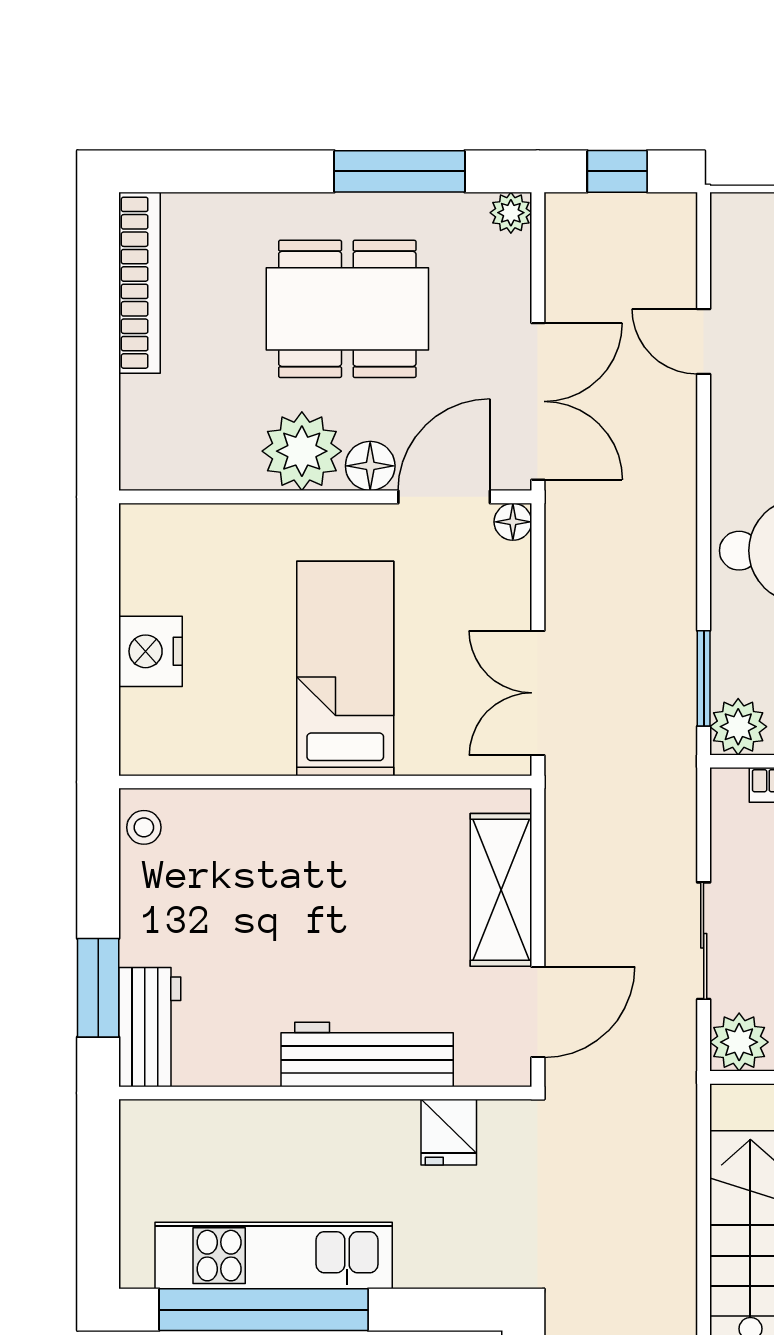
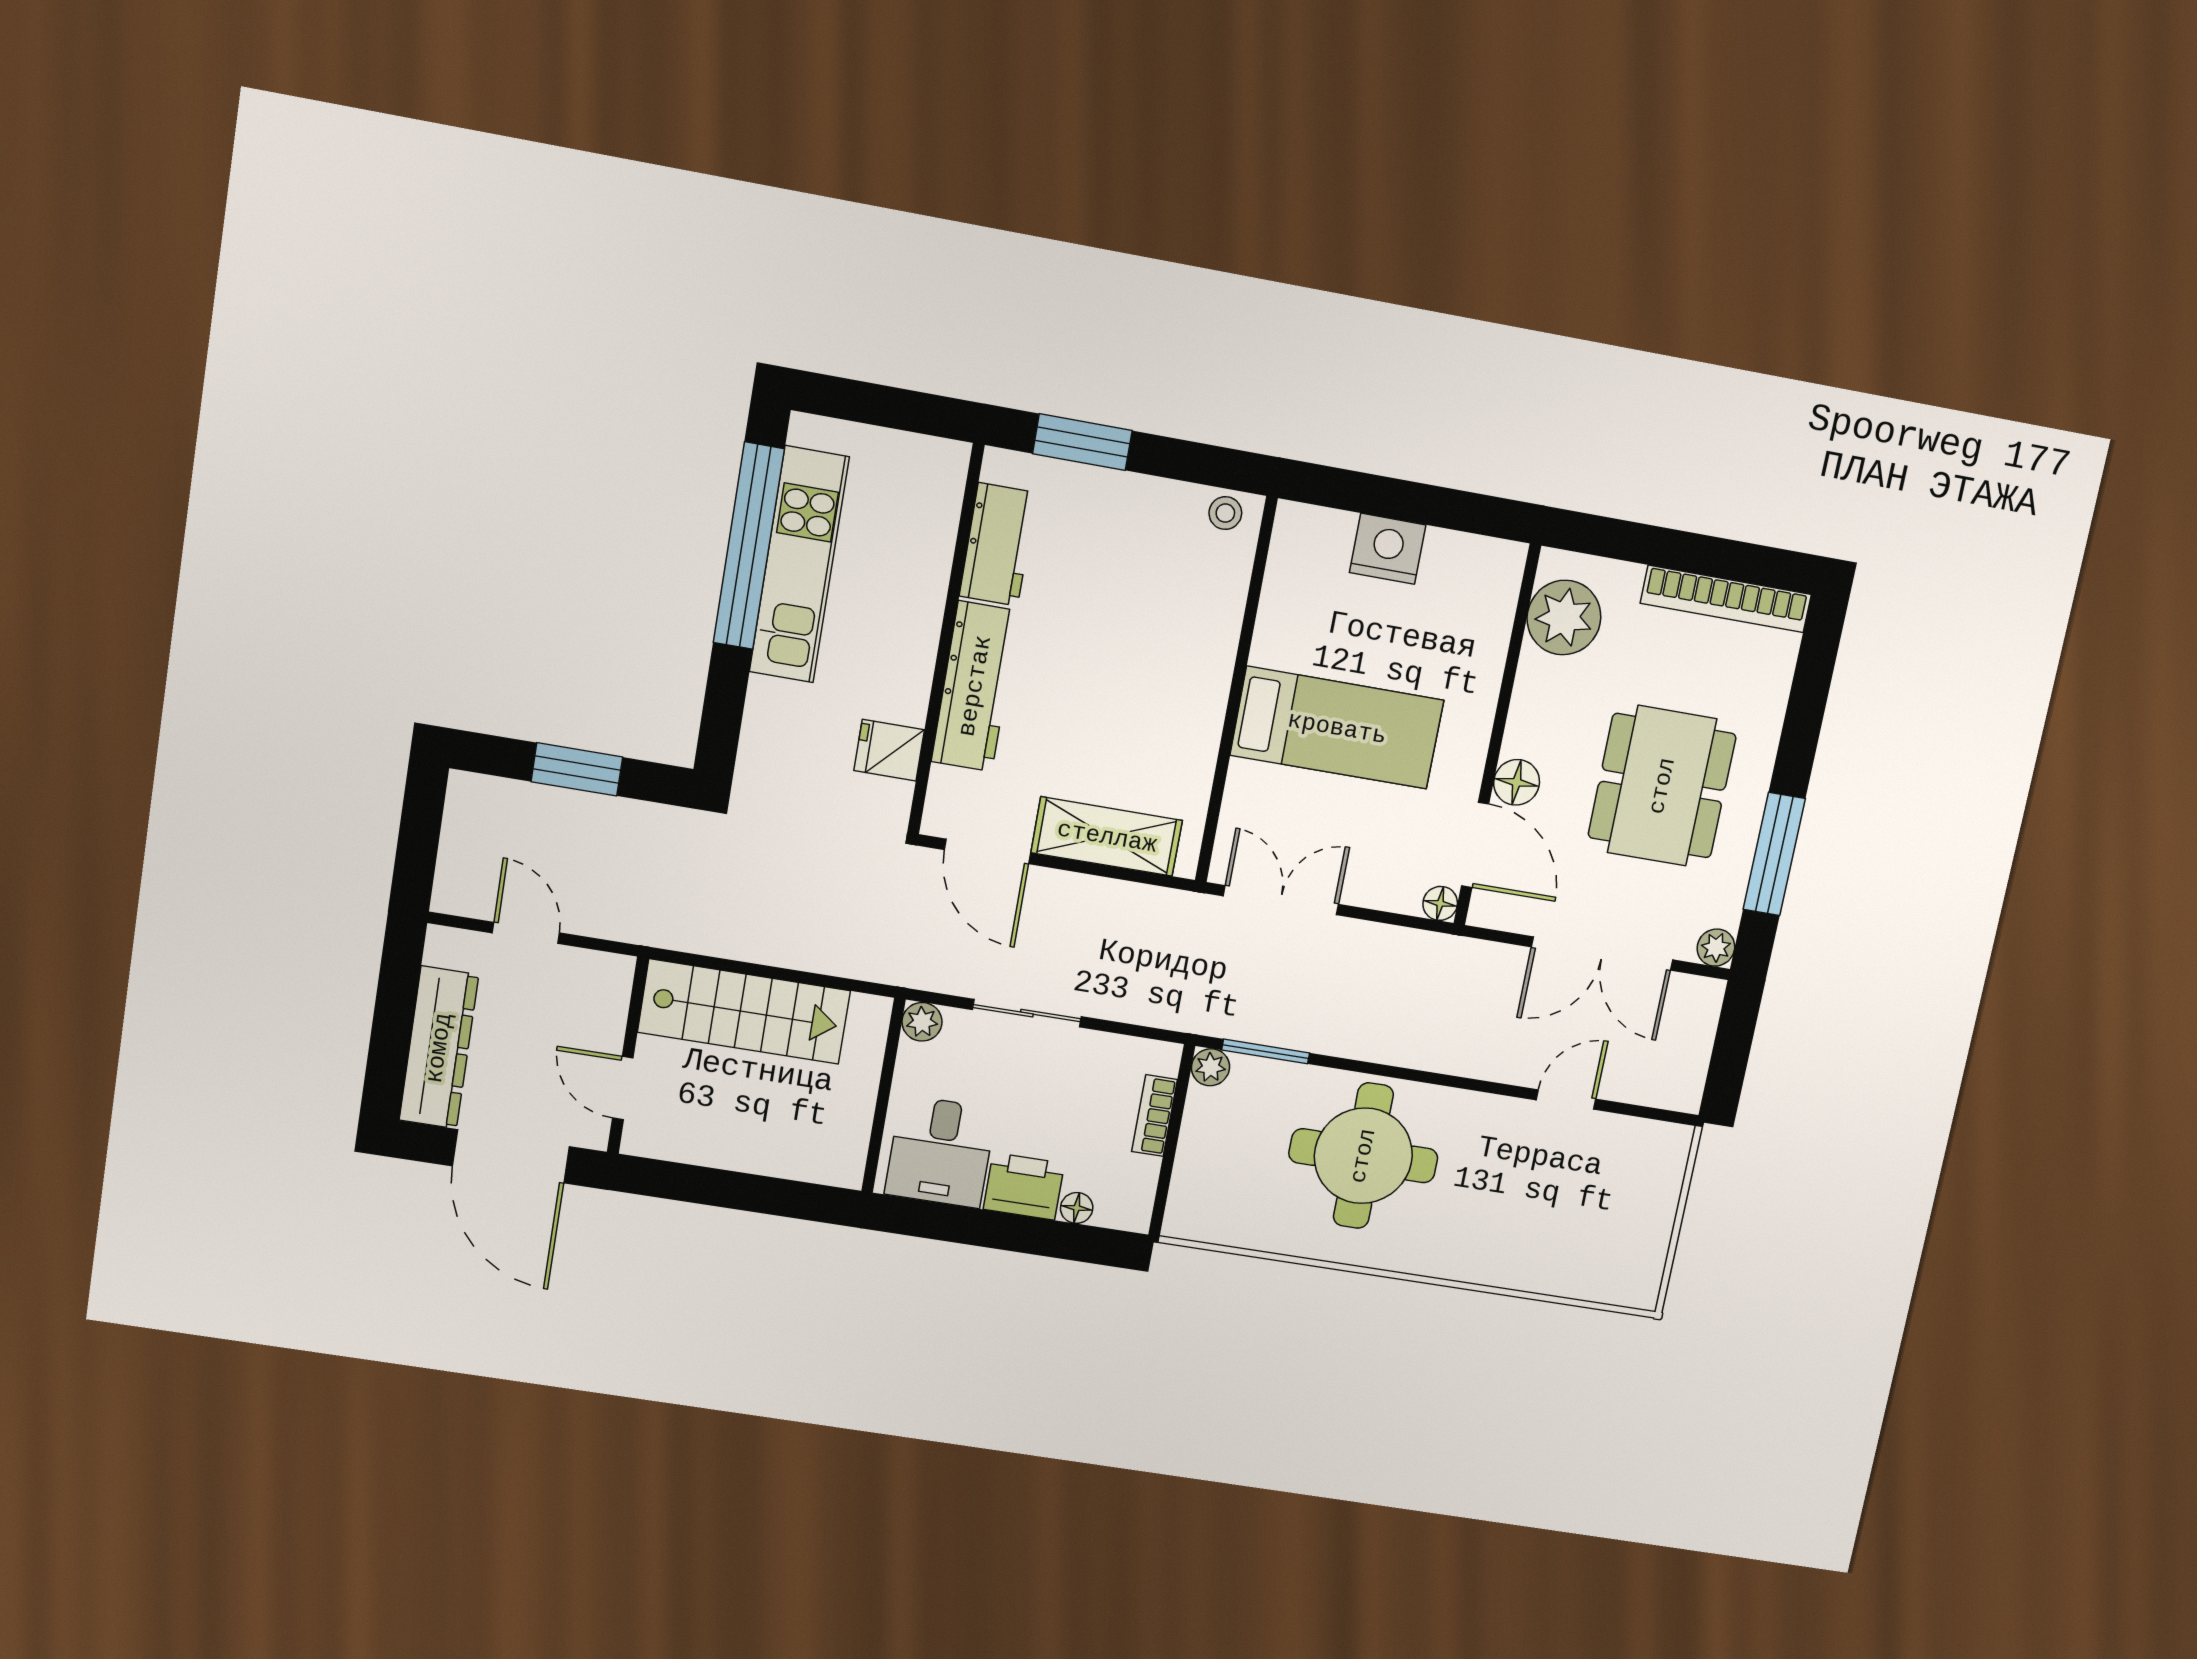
window: (617, 171) -> (1732, 1048), removed
double door: (538, 401) -> (1602, 953), moved
plant: (302, 451) -> (1564, 618), moved
plant: (738, 727) -> (1210, 1067), width x0.73, depth x0.73
workbench: (150, 1027) -> (998, 544), moved, turned -90
plant: (739, 1042) -> (922, 1022), width x0.73, depth x0.73

